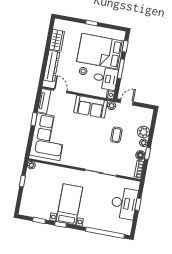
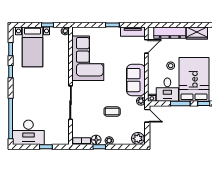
plant: (143, 132) -> (138, 138), moved
corner sofa: (49, 137) -> (88, 58), moved, turned -90
desk: (124, 203) -> (28, 132), moved
bed with nightstands: (69, 204) -> (33, 47), moved, turned 90

